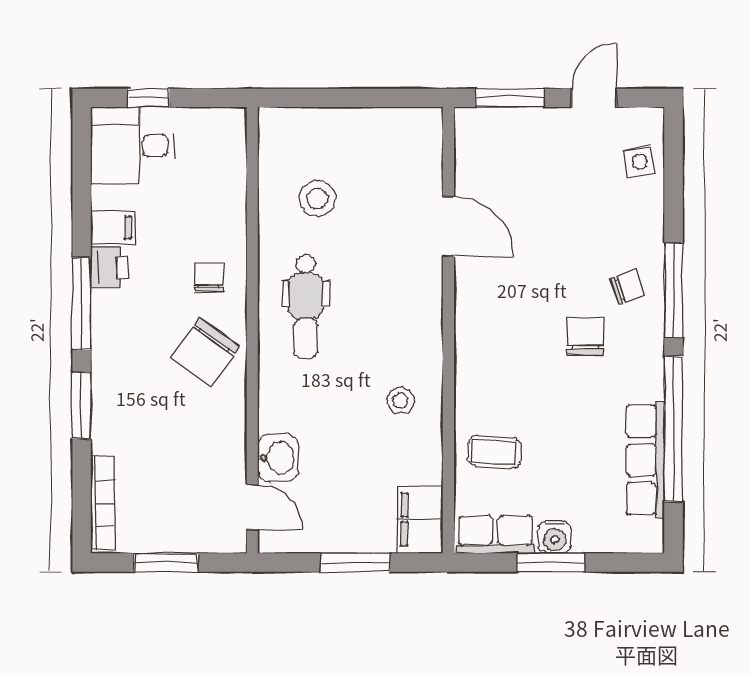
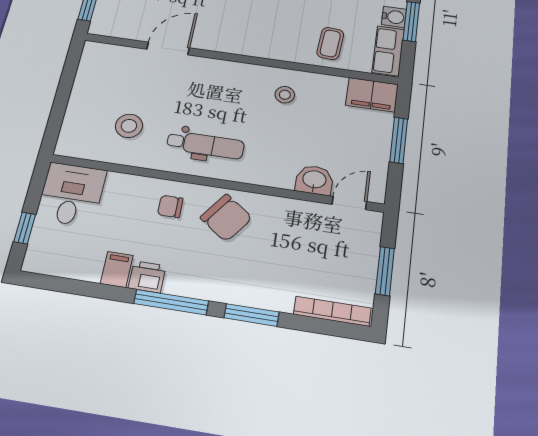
desk: (133, 146) -> (71, 194), moved, turned 180

